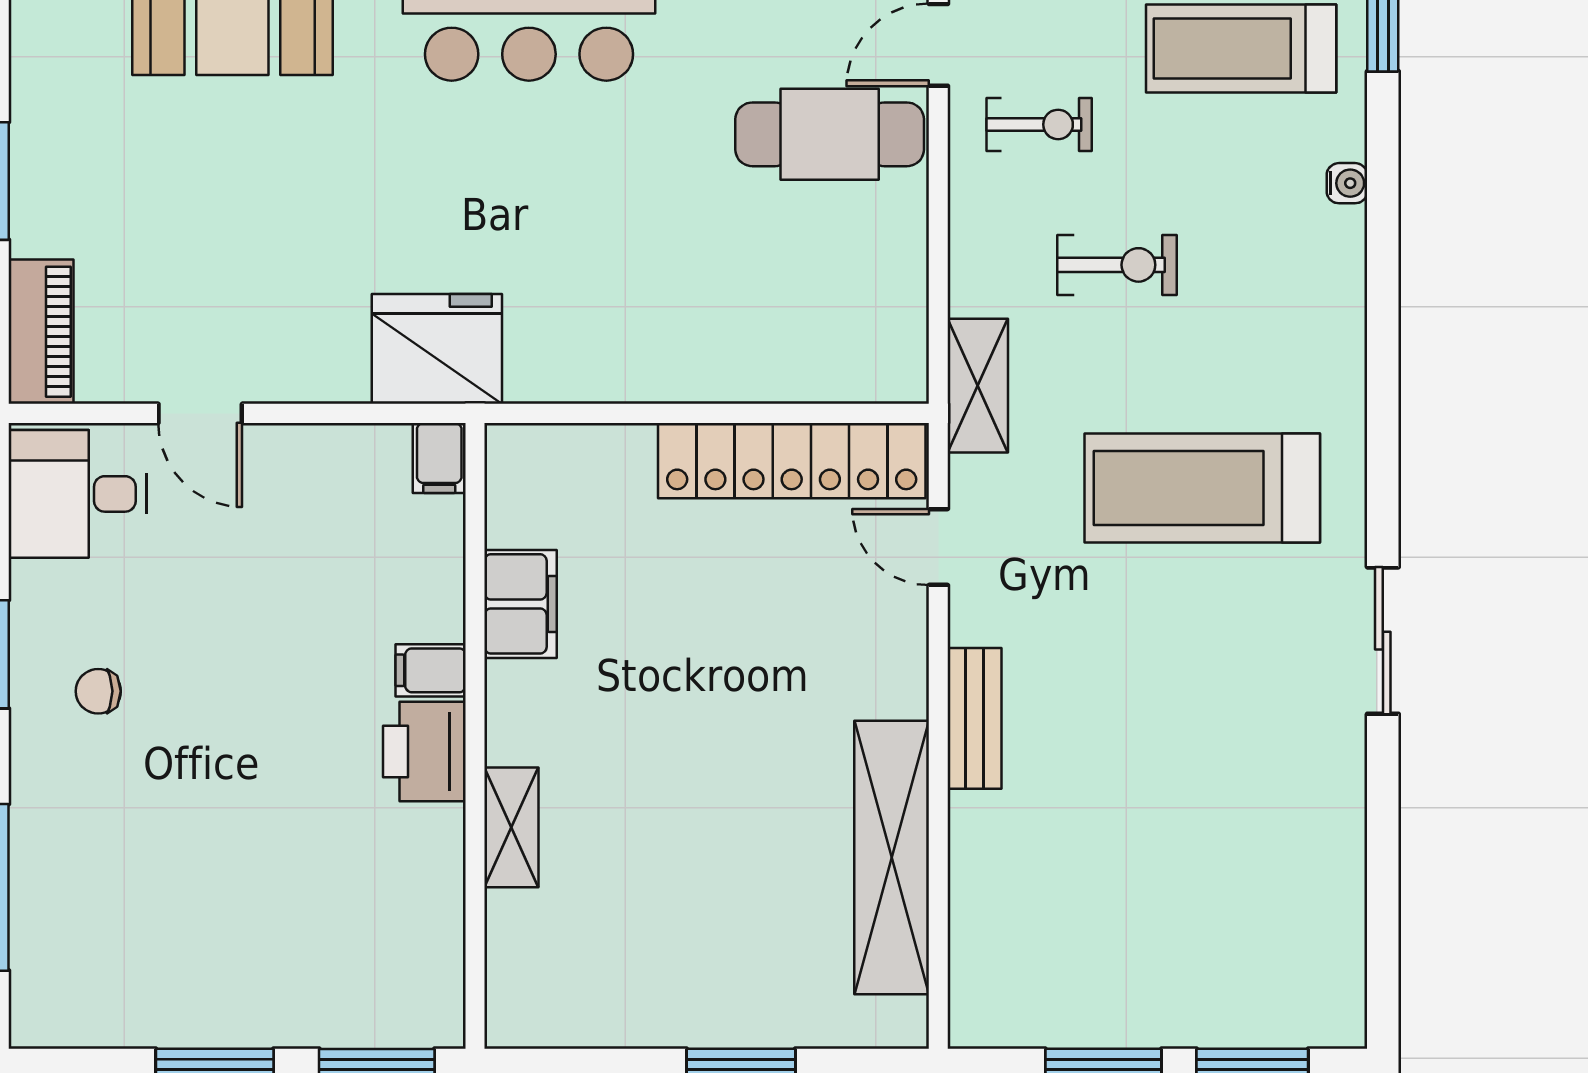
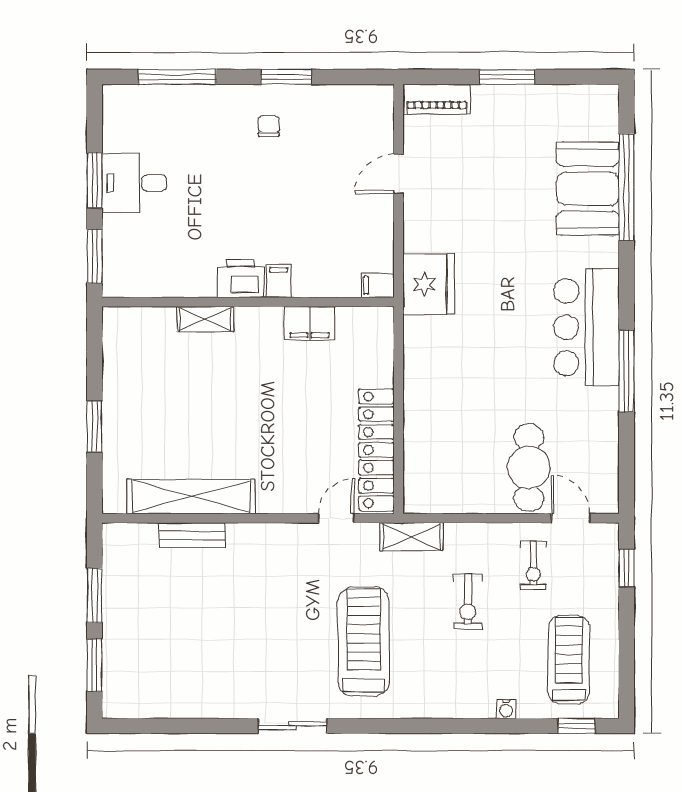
desk: (78, 494) -> (134, 183), moved, turned -90
bench: (975, 718) -> (192, 535), moved

